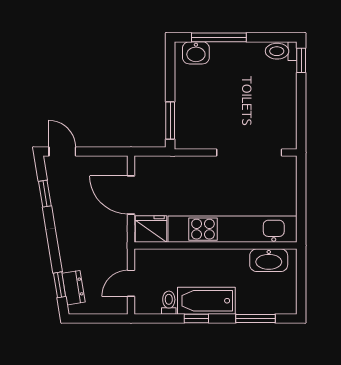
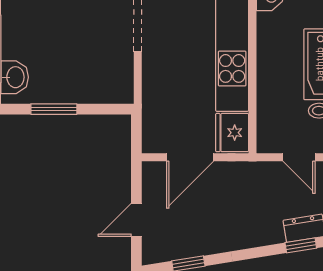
window: (170, 121) -> (54, 109), moved
door: (62, 152) -> (136, 220), moved

